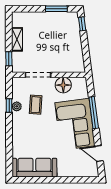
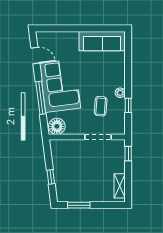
window: (82, 24) -> (51, 177), moved
shelving: (17, 39) -> (120, 186), moved
floor lamp: (63, 85) -> (57, 126), moved
plant: (17, 106) -> (120, 93), moved

